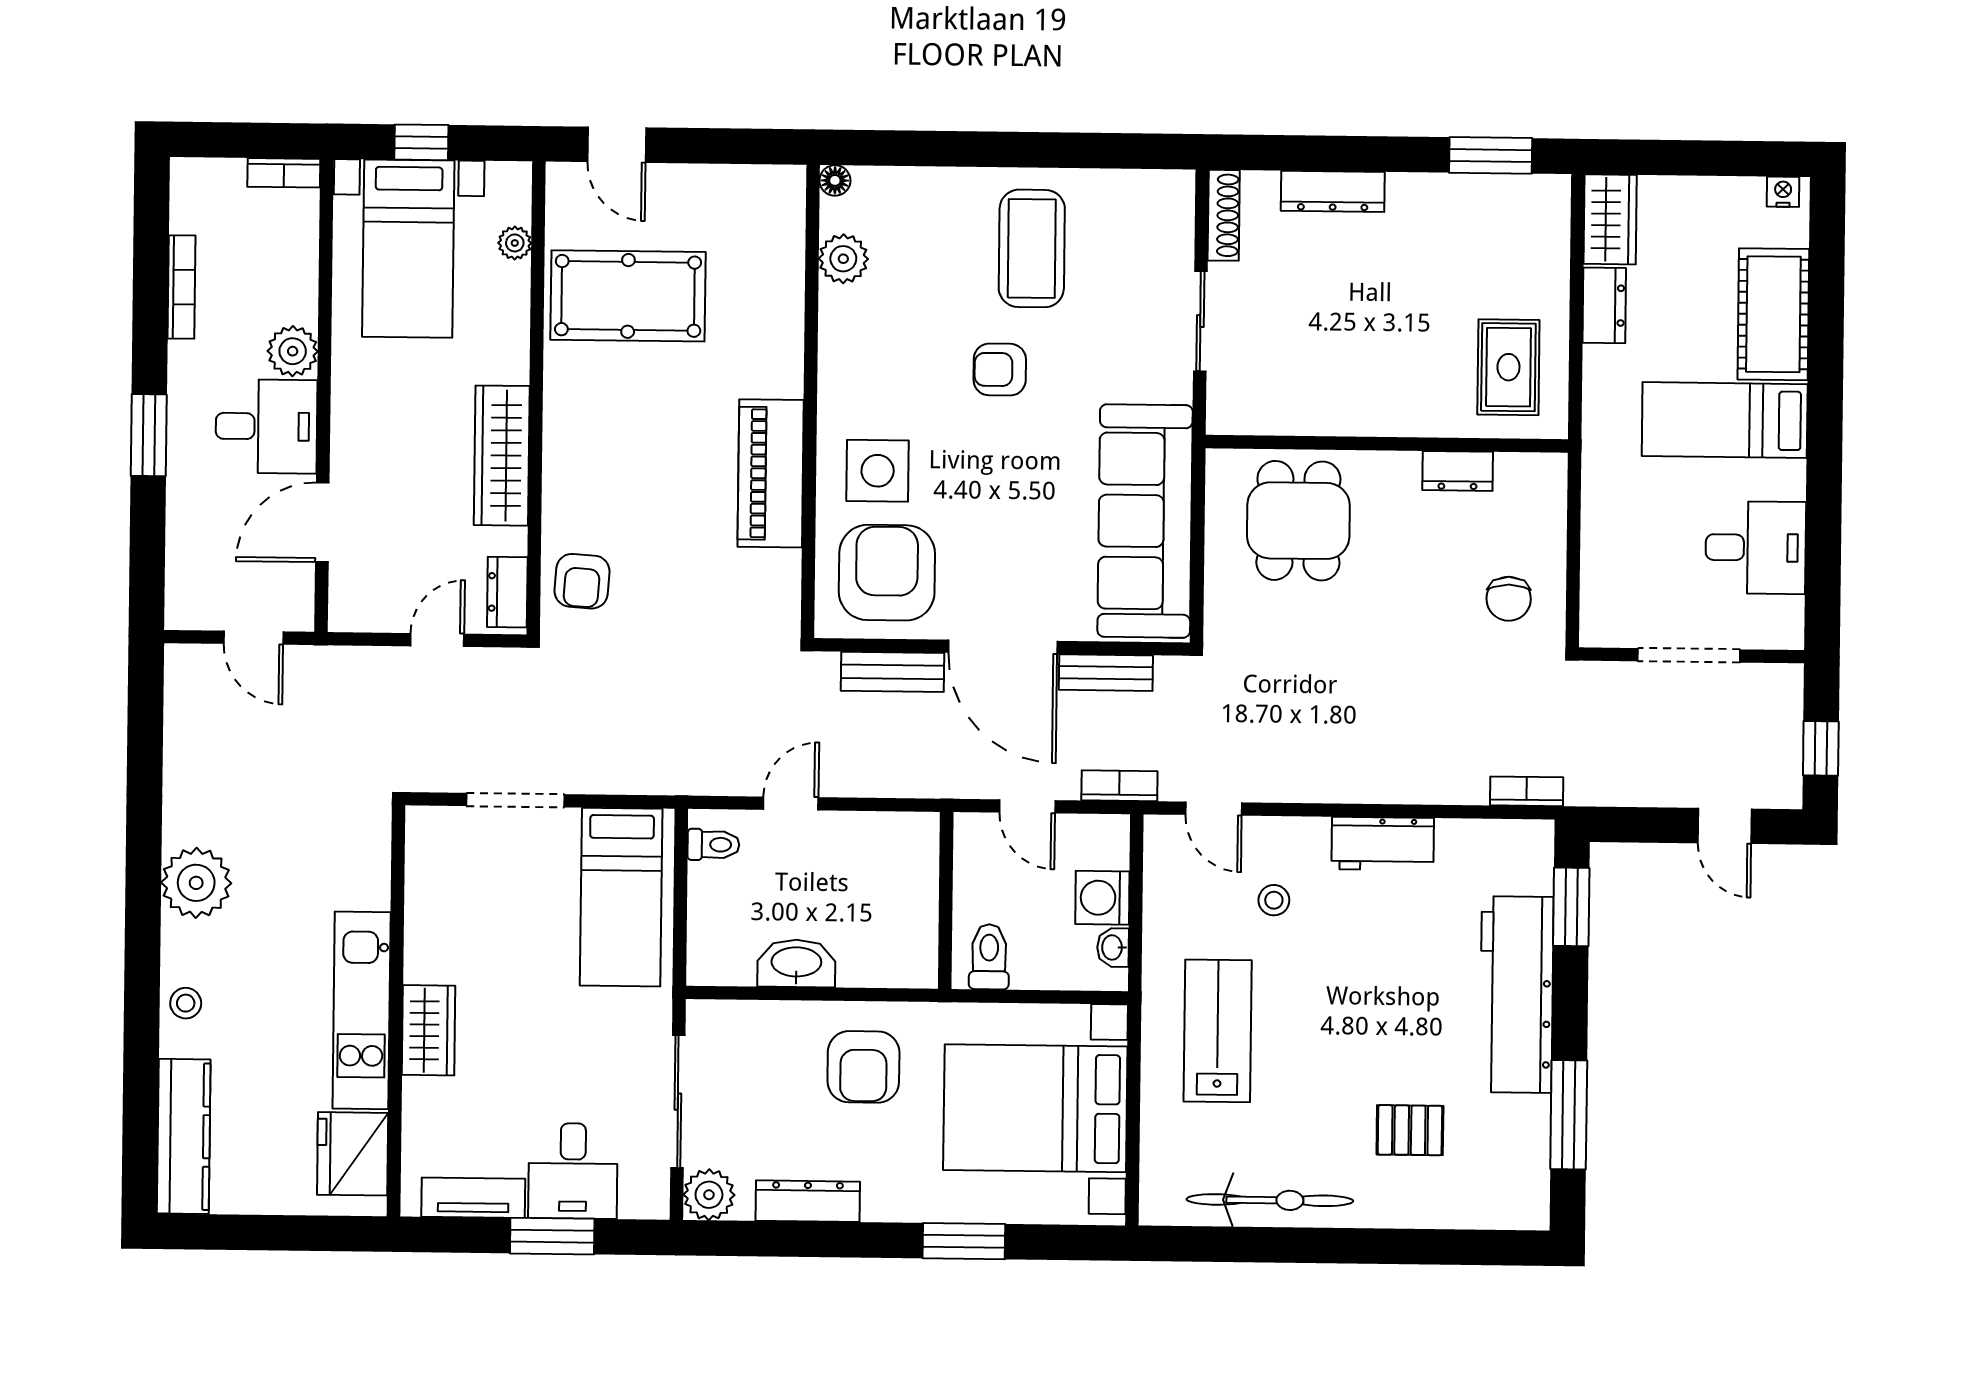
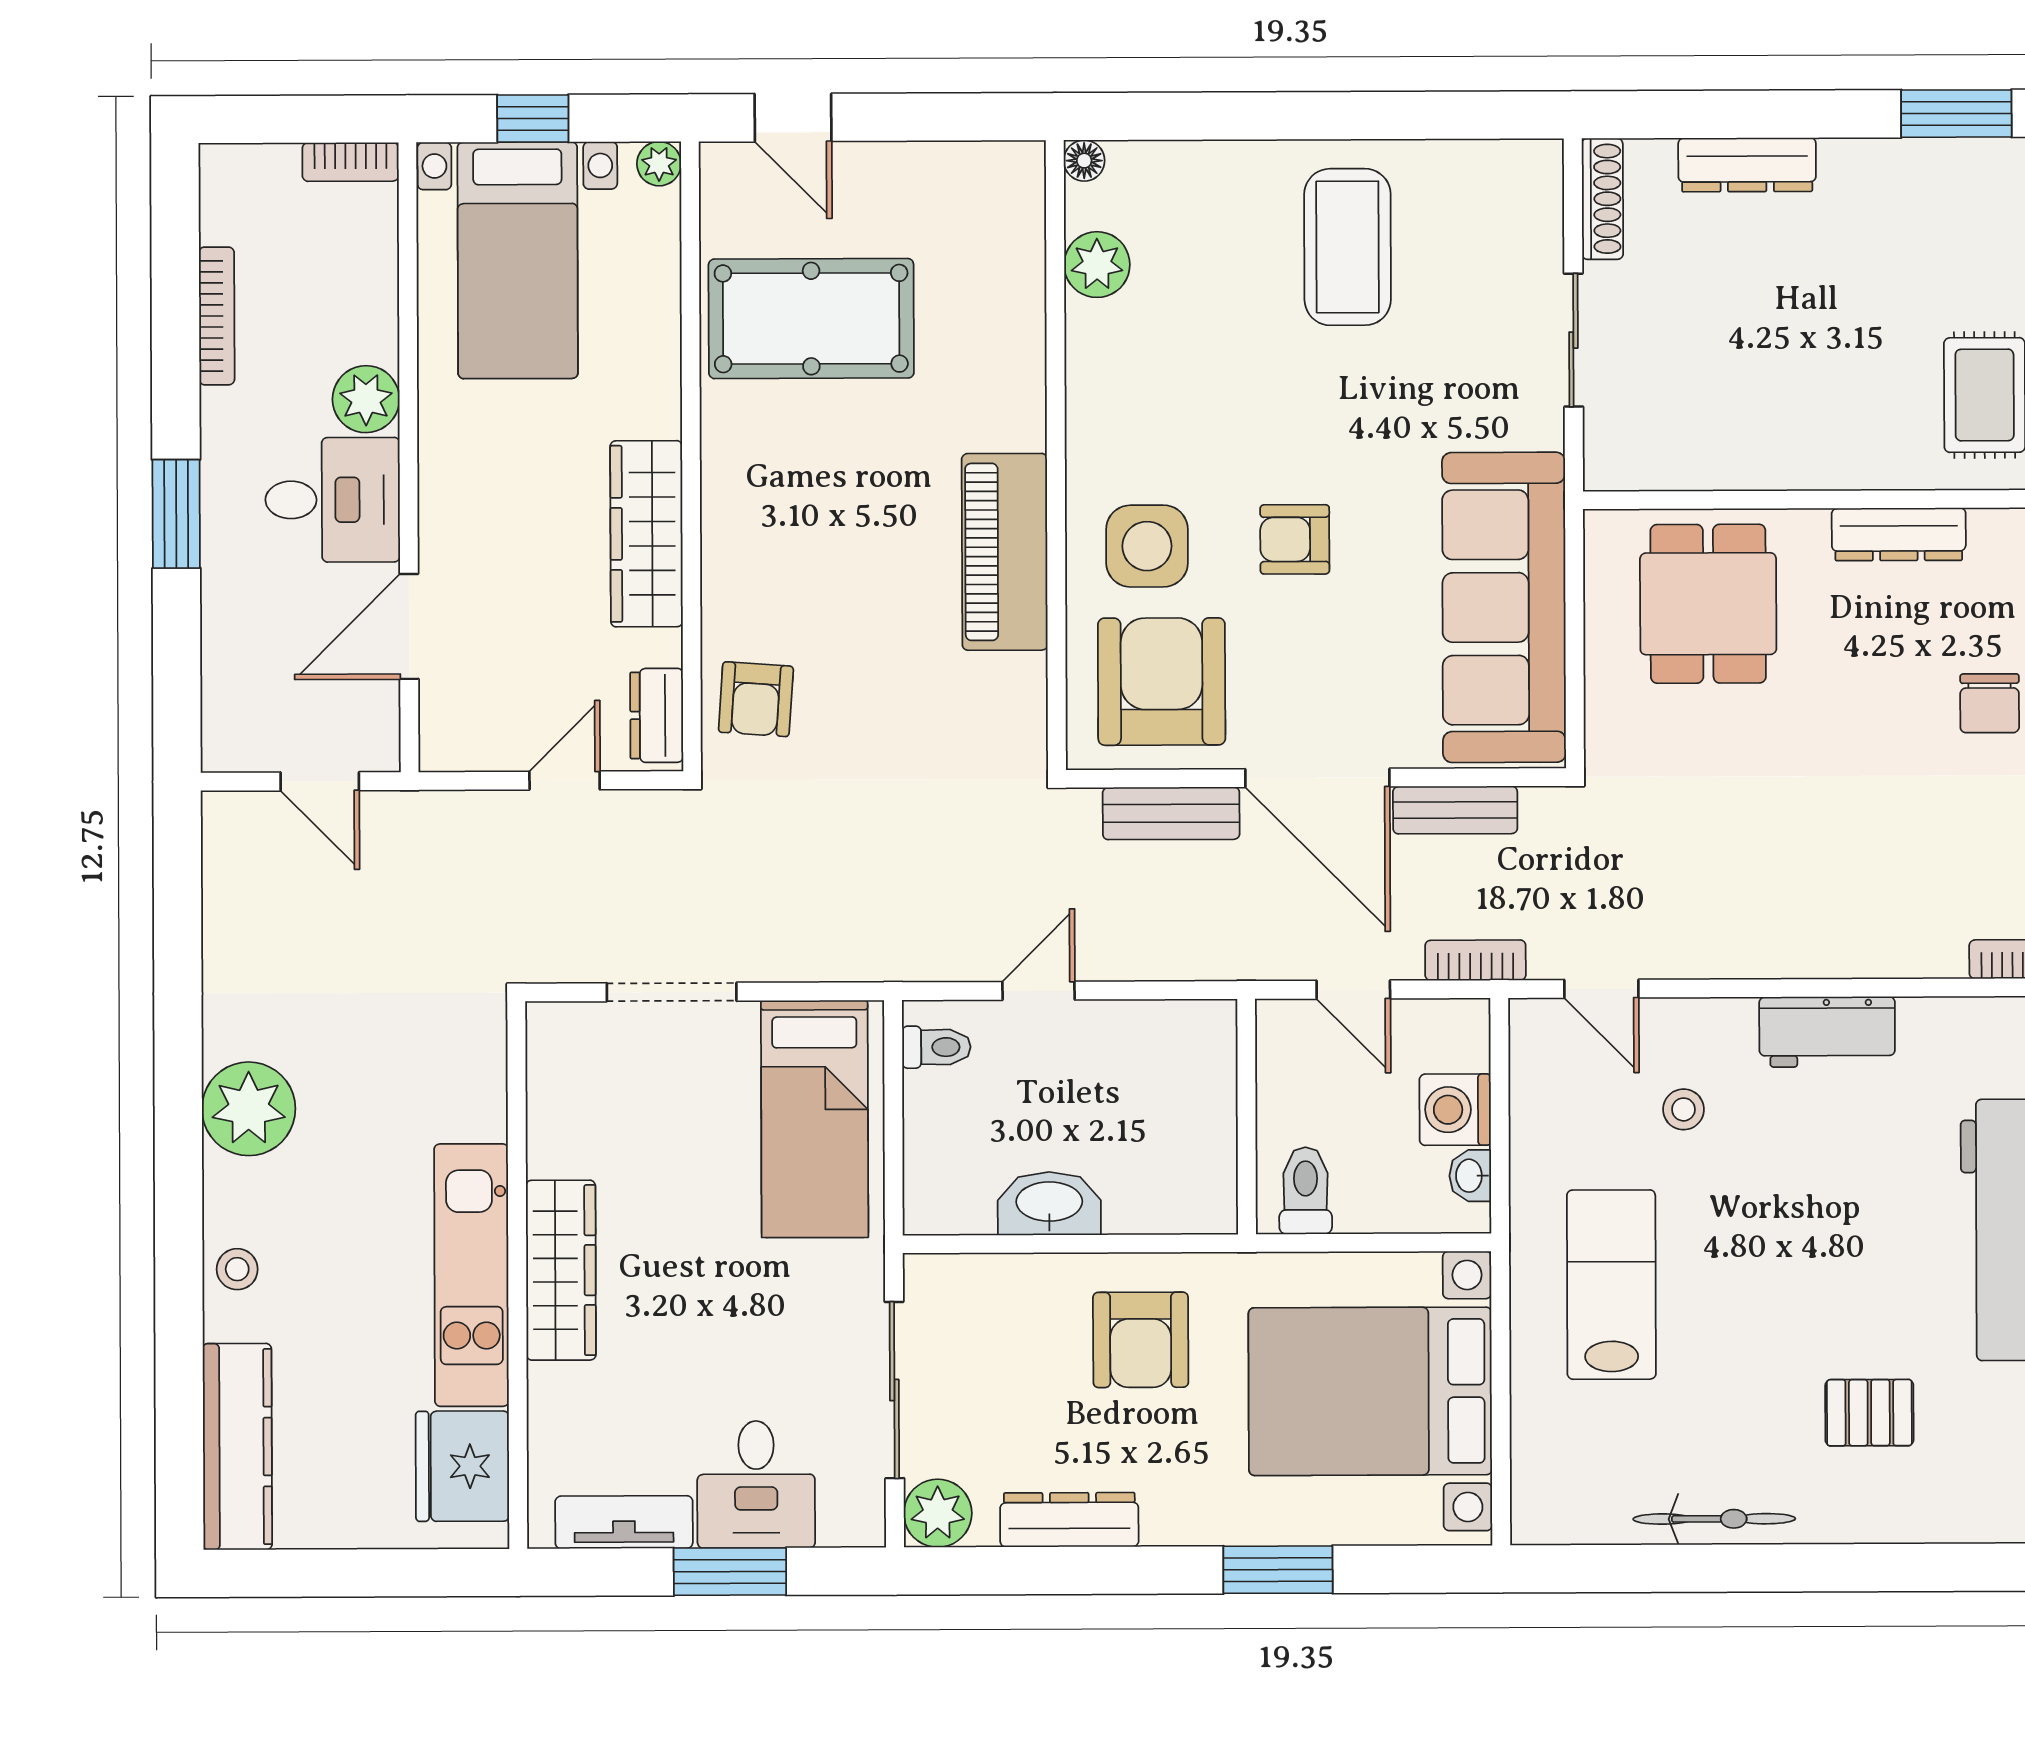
plant: (515, 243) -> (659, 164), moved
armchair: (1000, 370) -> (1295, 539), moved
dresser: (1458, 471) -> (1899, 534), width x1.44
wardrobe: (429, 1030) -> (561, 1270), width x1.50
bicycle: (1270, 1200) -> (1714, 1519), width x0.73, depth x0.71

